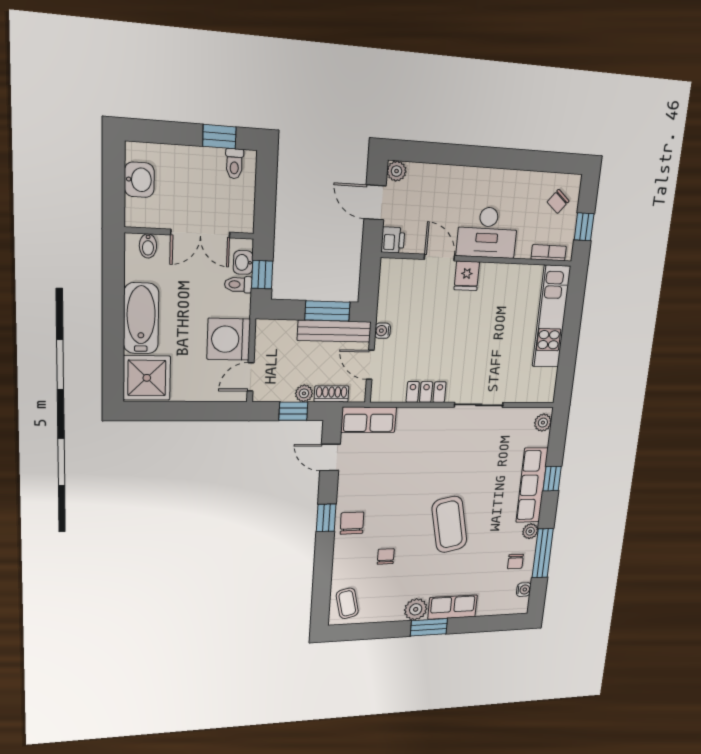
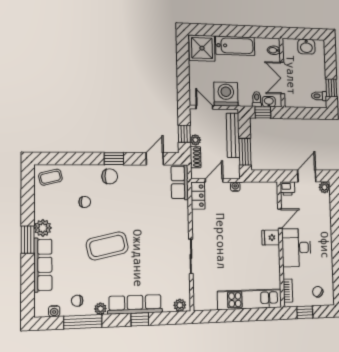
bench: (334, 331) -> (233, 135), moved
locker: (426, 392) -> (198, 196), moved
row of seats: (453, 607) -> (43, 265), width x1.48

